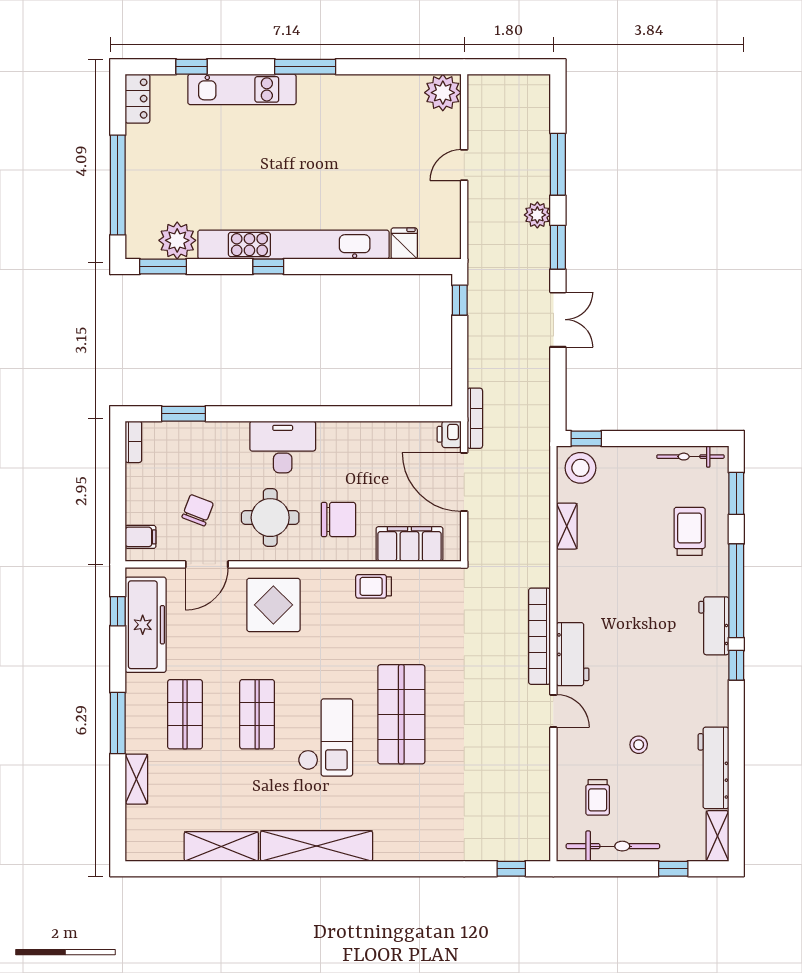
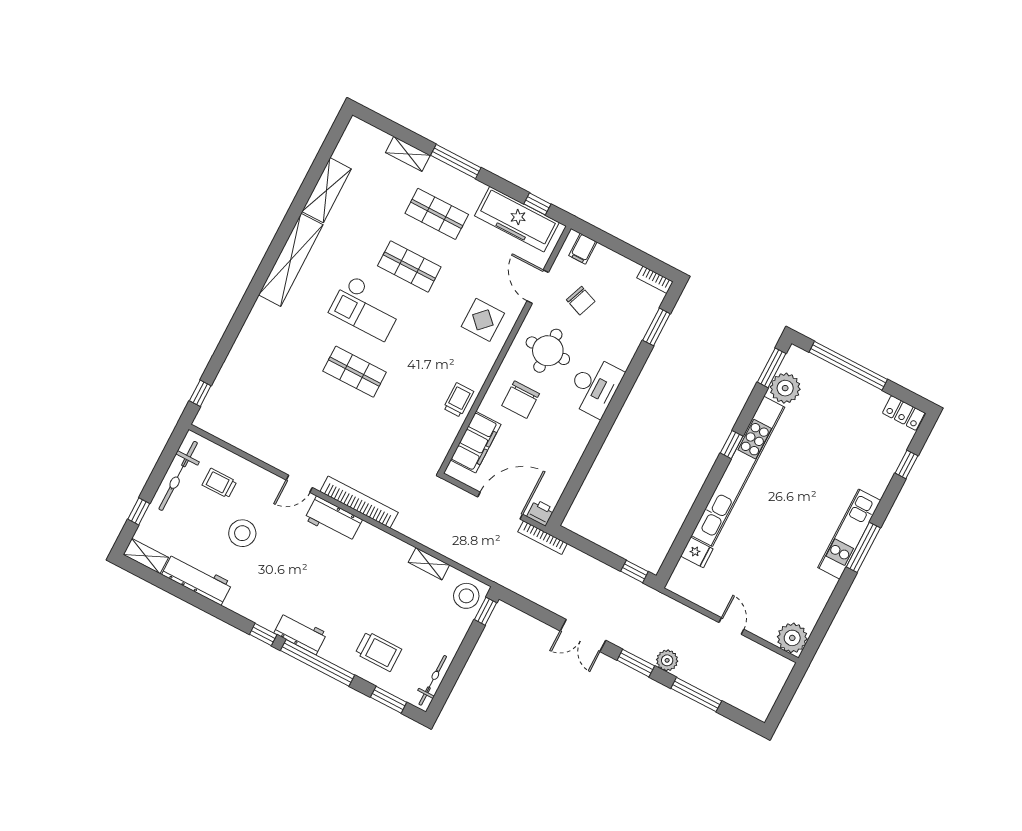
kitchen unit: (242, 89) -> (849, 534), moved
display table: (273, 605) -> (483, 320), width x0.73, depth x0.73
shop shelf: (401, 714) -> (355, 372), width x0.70, depth x0.74
stool: (639, 745) -> (242, 533), width x1.89, depth x1.89

